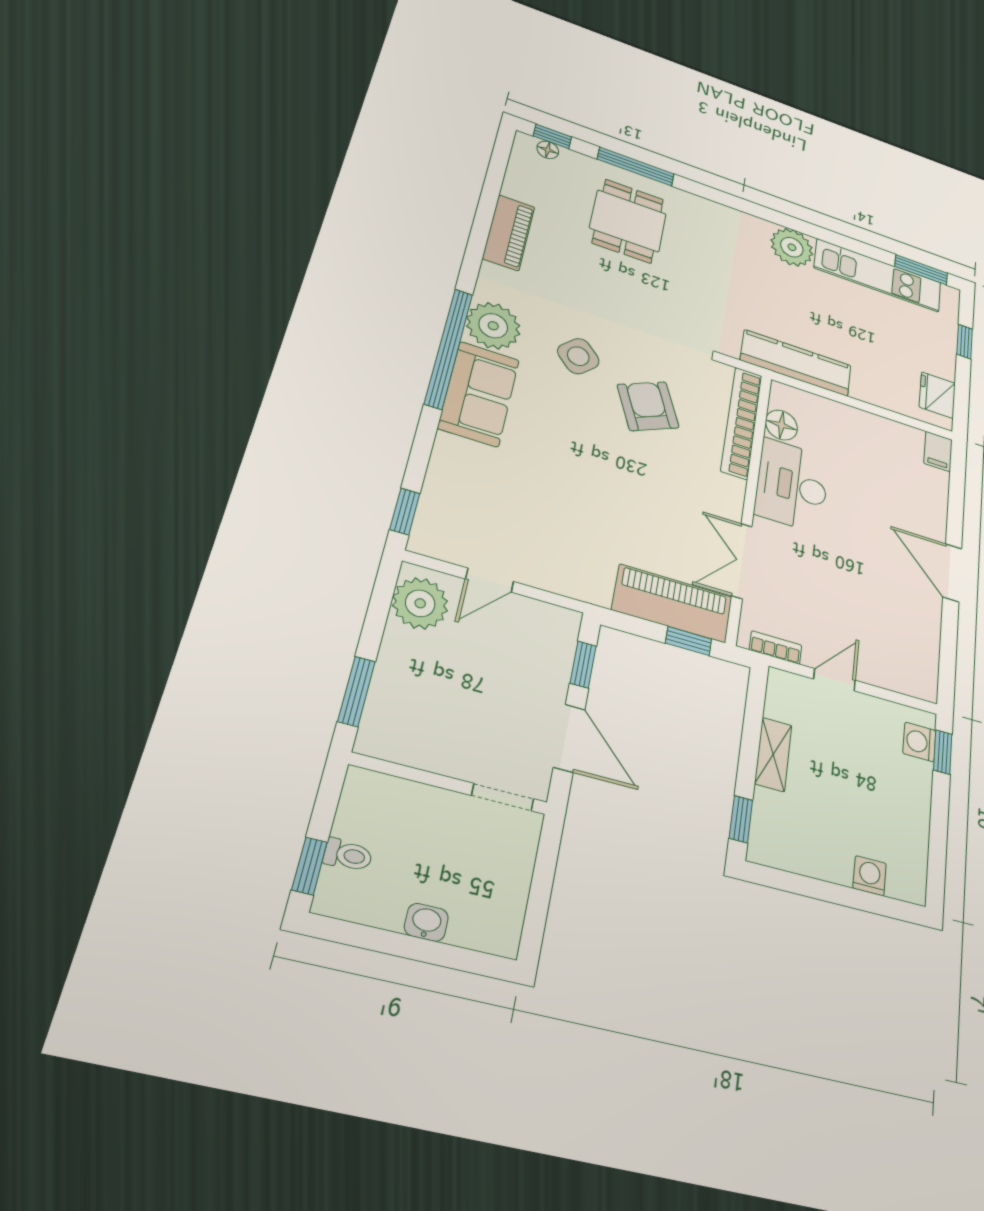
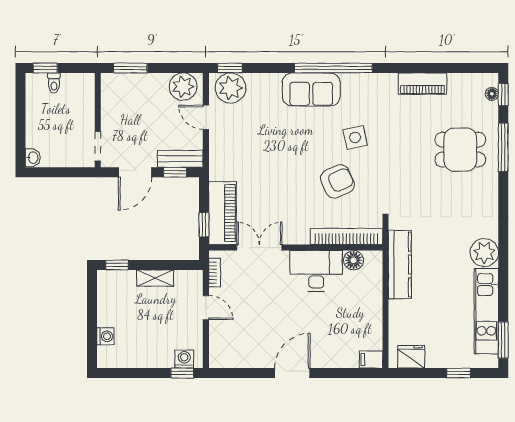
plant: (493, 326) -> (231, 88), moved
side table: (578, 356) -> (355, 137), turned 33
bench: (559, 648) -> (180, 159), added
washbasin: (426, 922) -> (33, 158), moved

